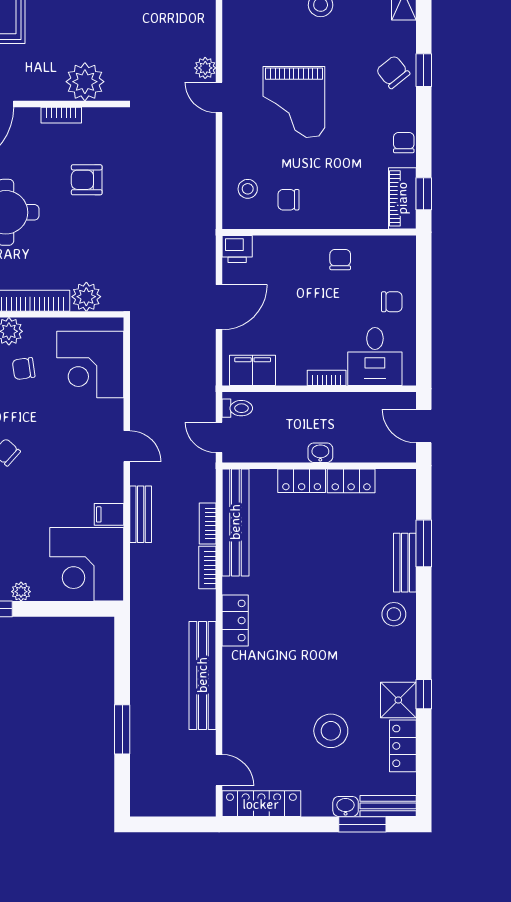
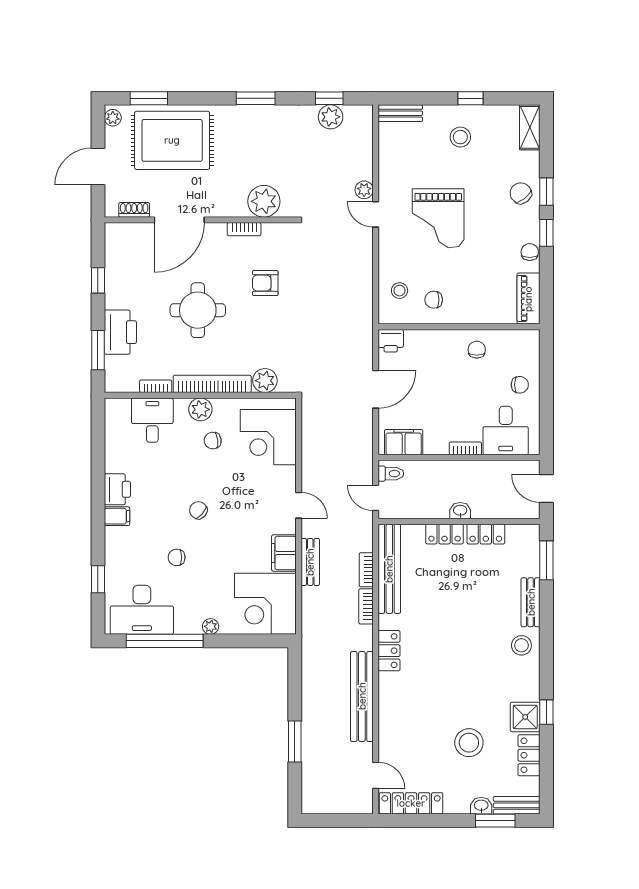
window: (424, 194) -> (546, 233), moved
filing cabinet: (109, 514) -> (284, 553), width x2.00
window: (424, 543) -> (546, 560), moved

